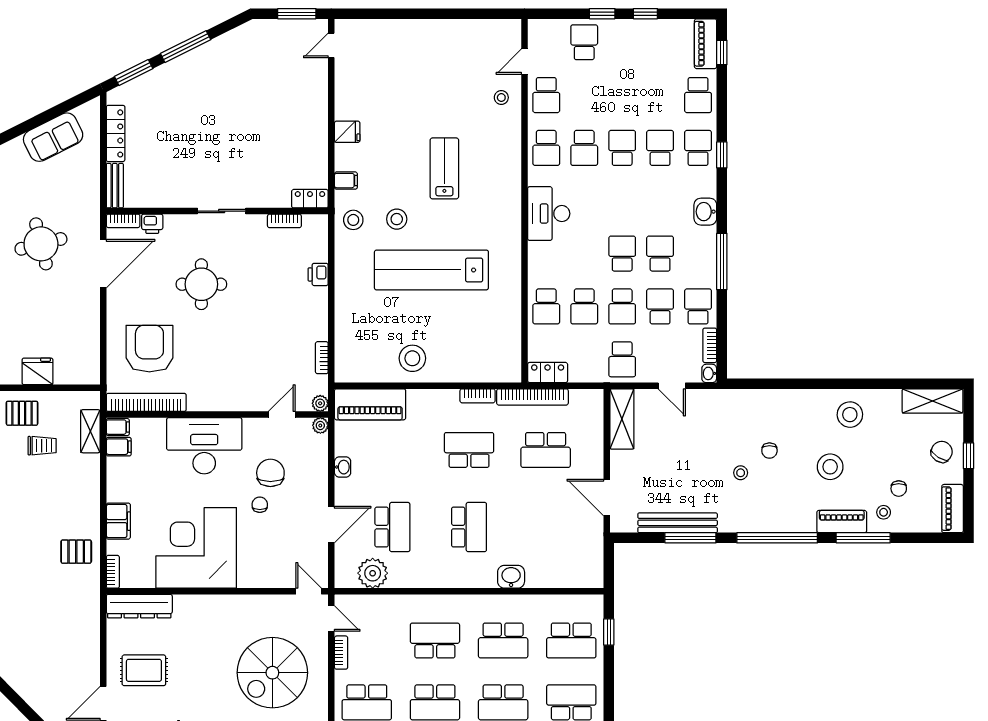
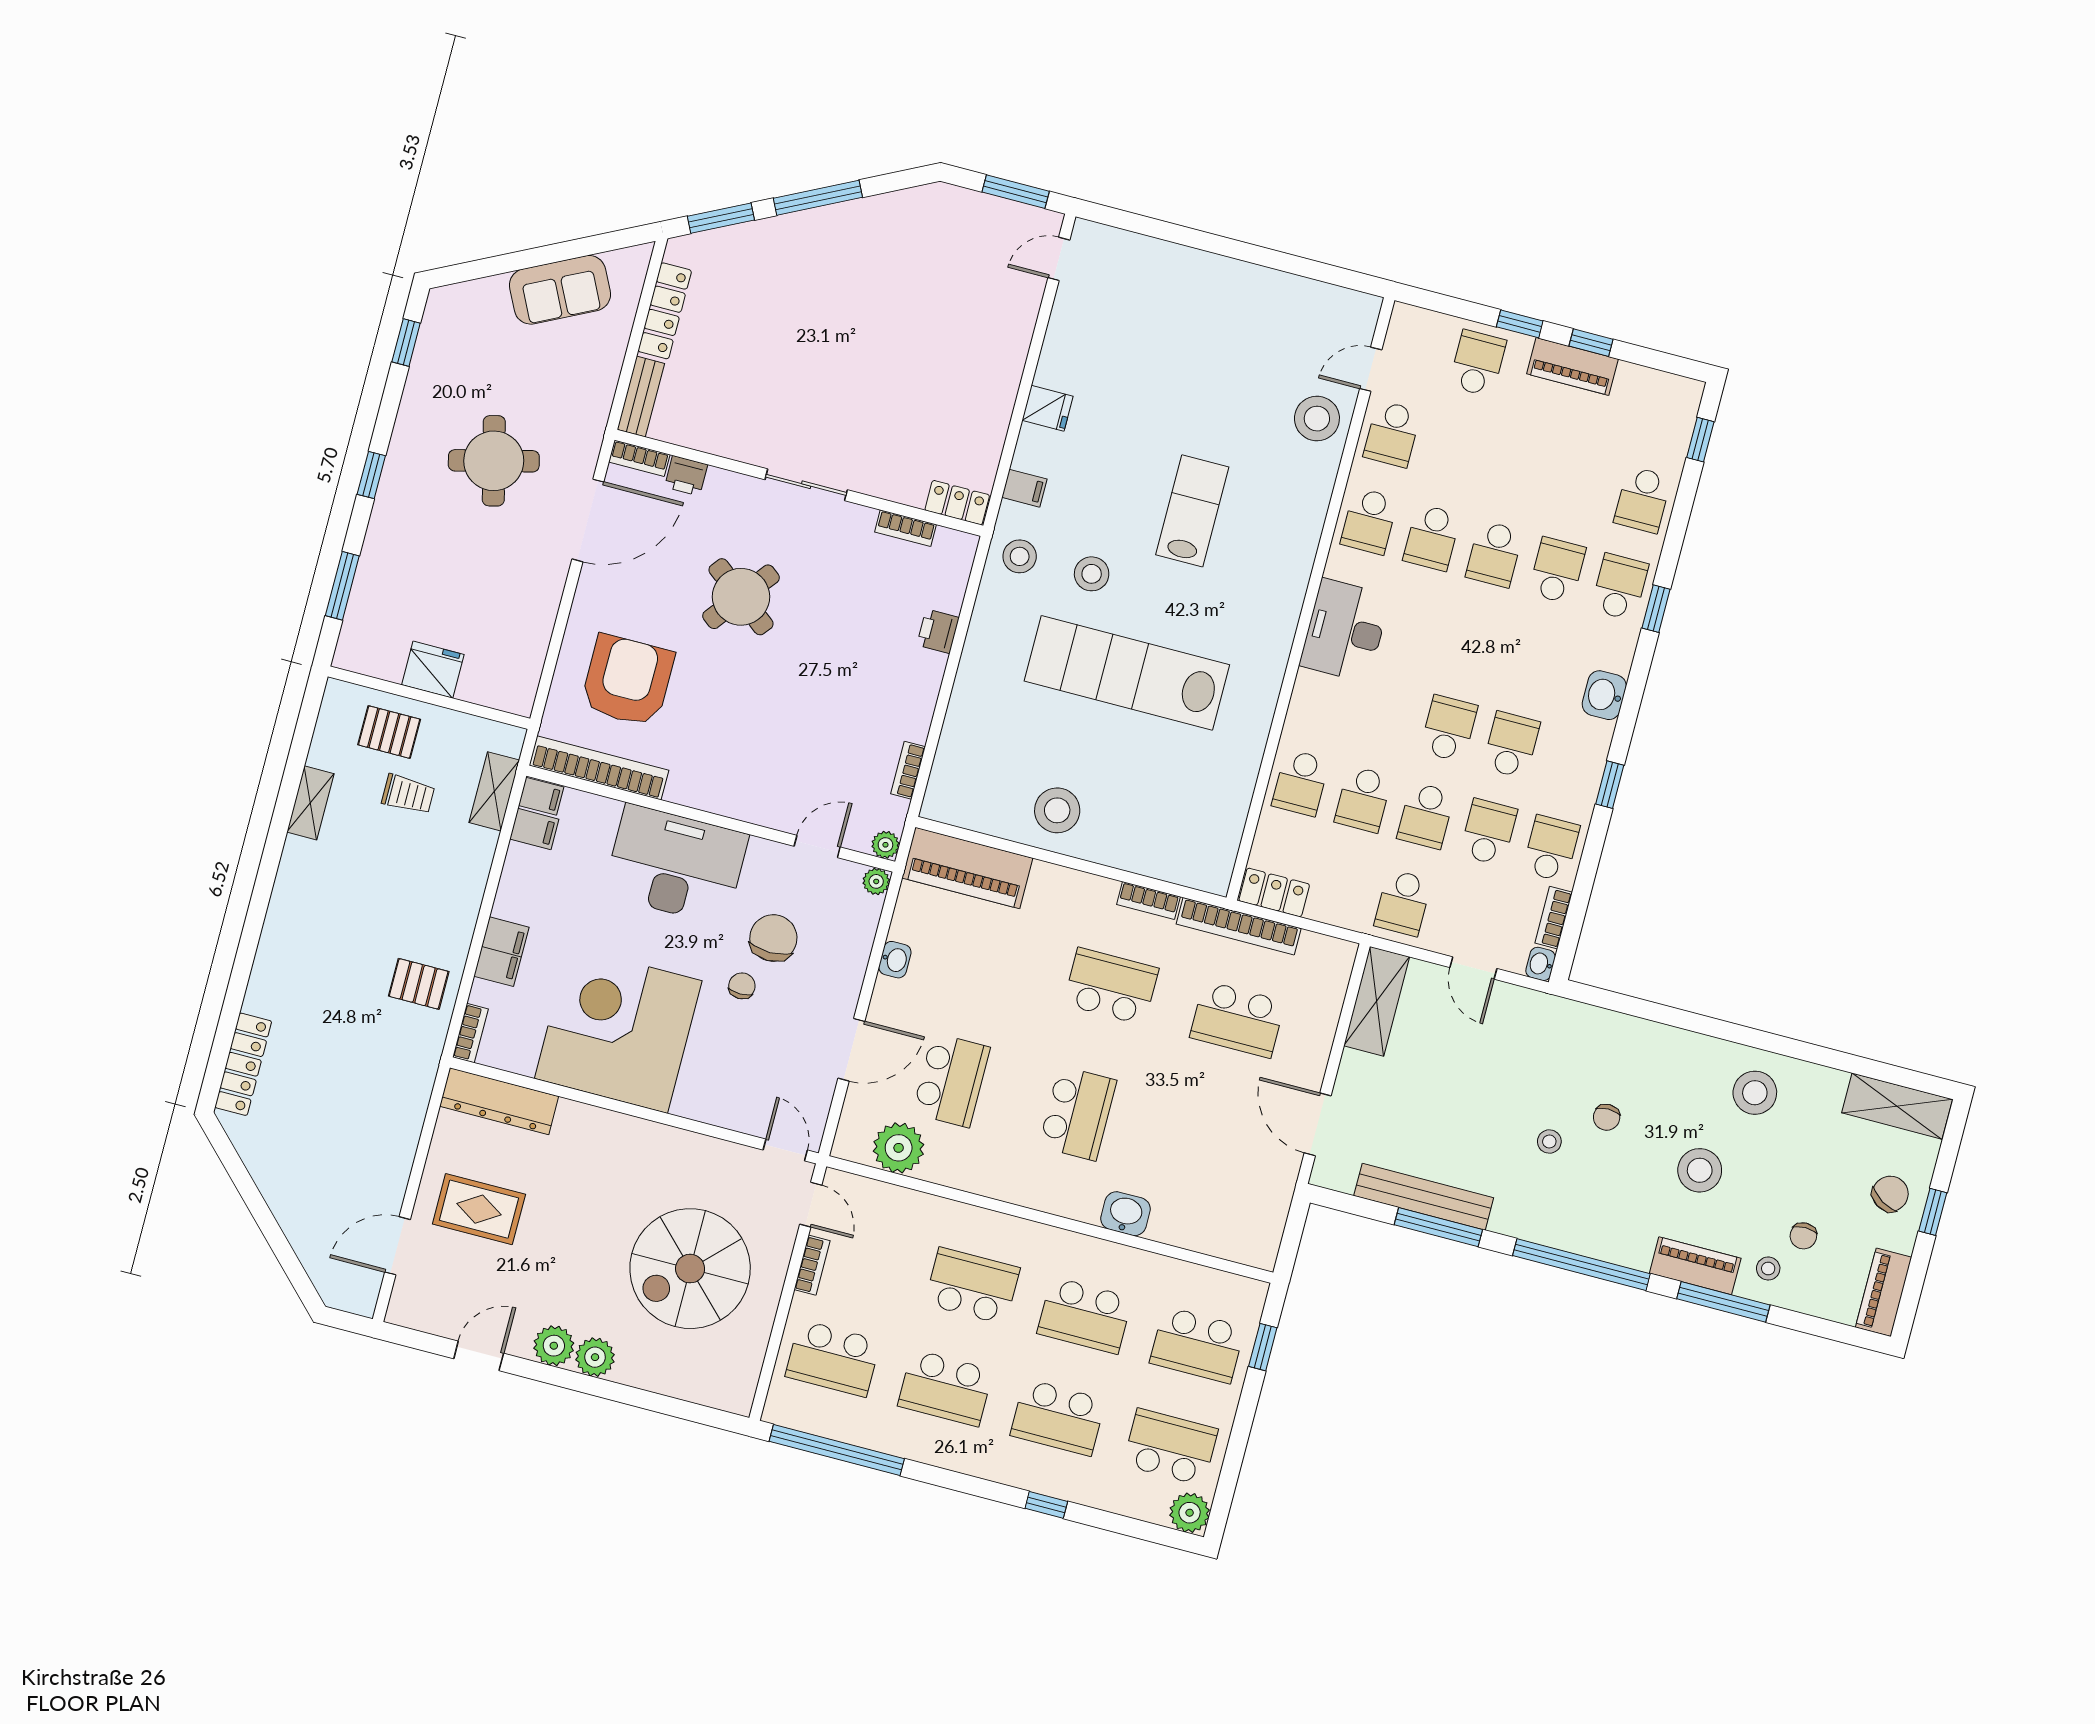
piano: (706, 44) -> (1572, 366), moved, turned -90
stool: (501, 98) -> (1317, 419), width x1.89, depth x1.89
school desk: (622, 148) -> (1494, 554), turned 180
window: (722, 262) -> (1610, 785), width x0.46
round table: (201, 284) -> (741, 597), turned 38

